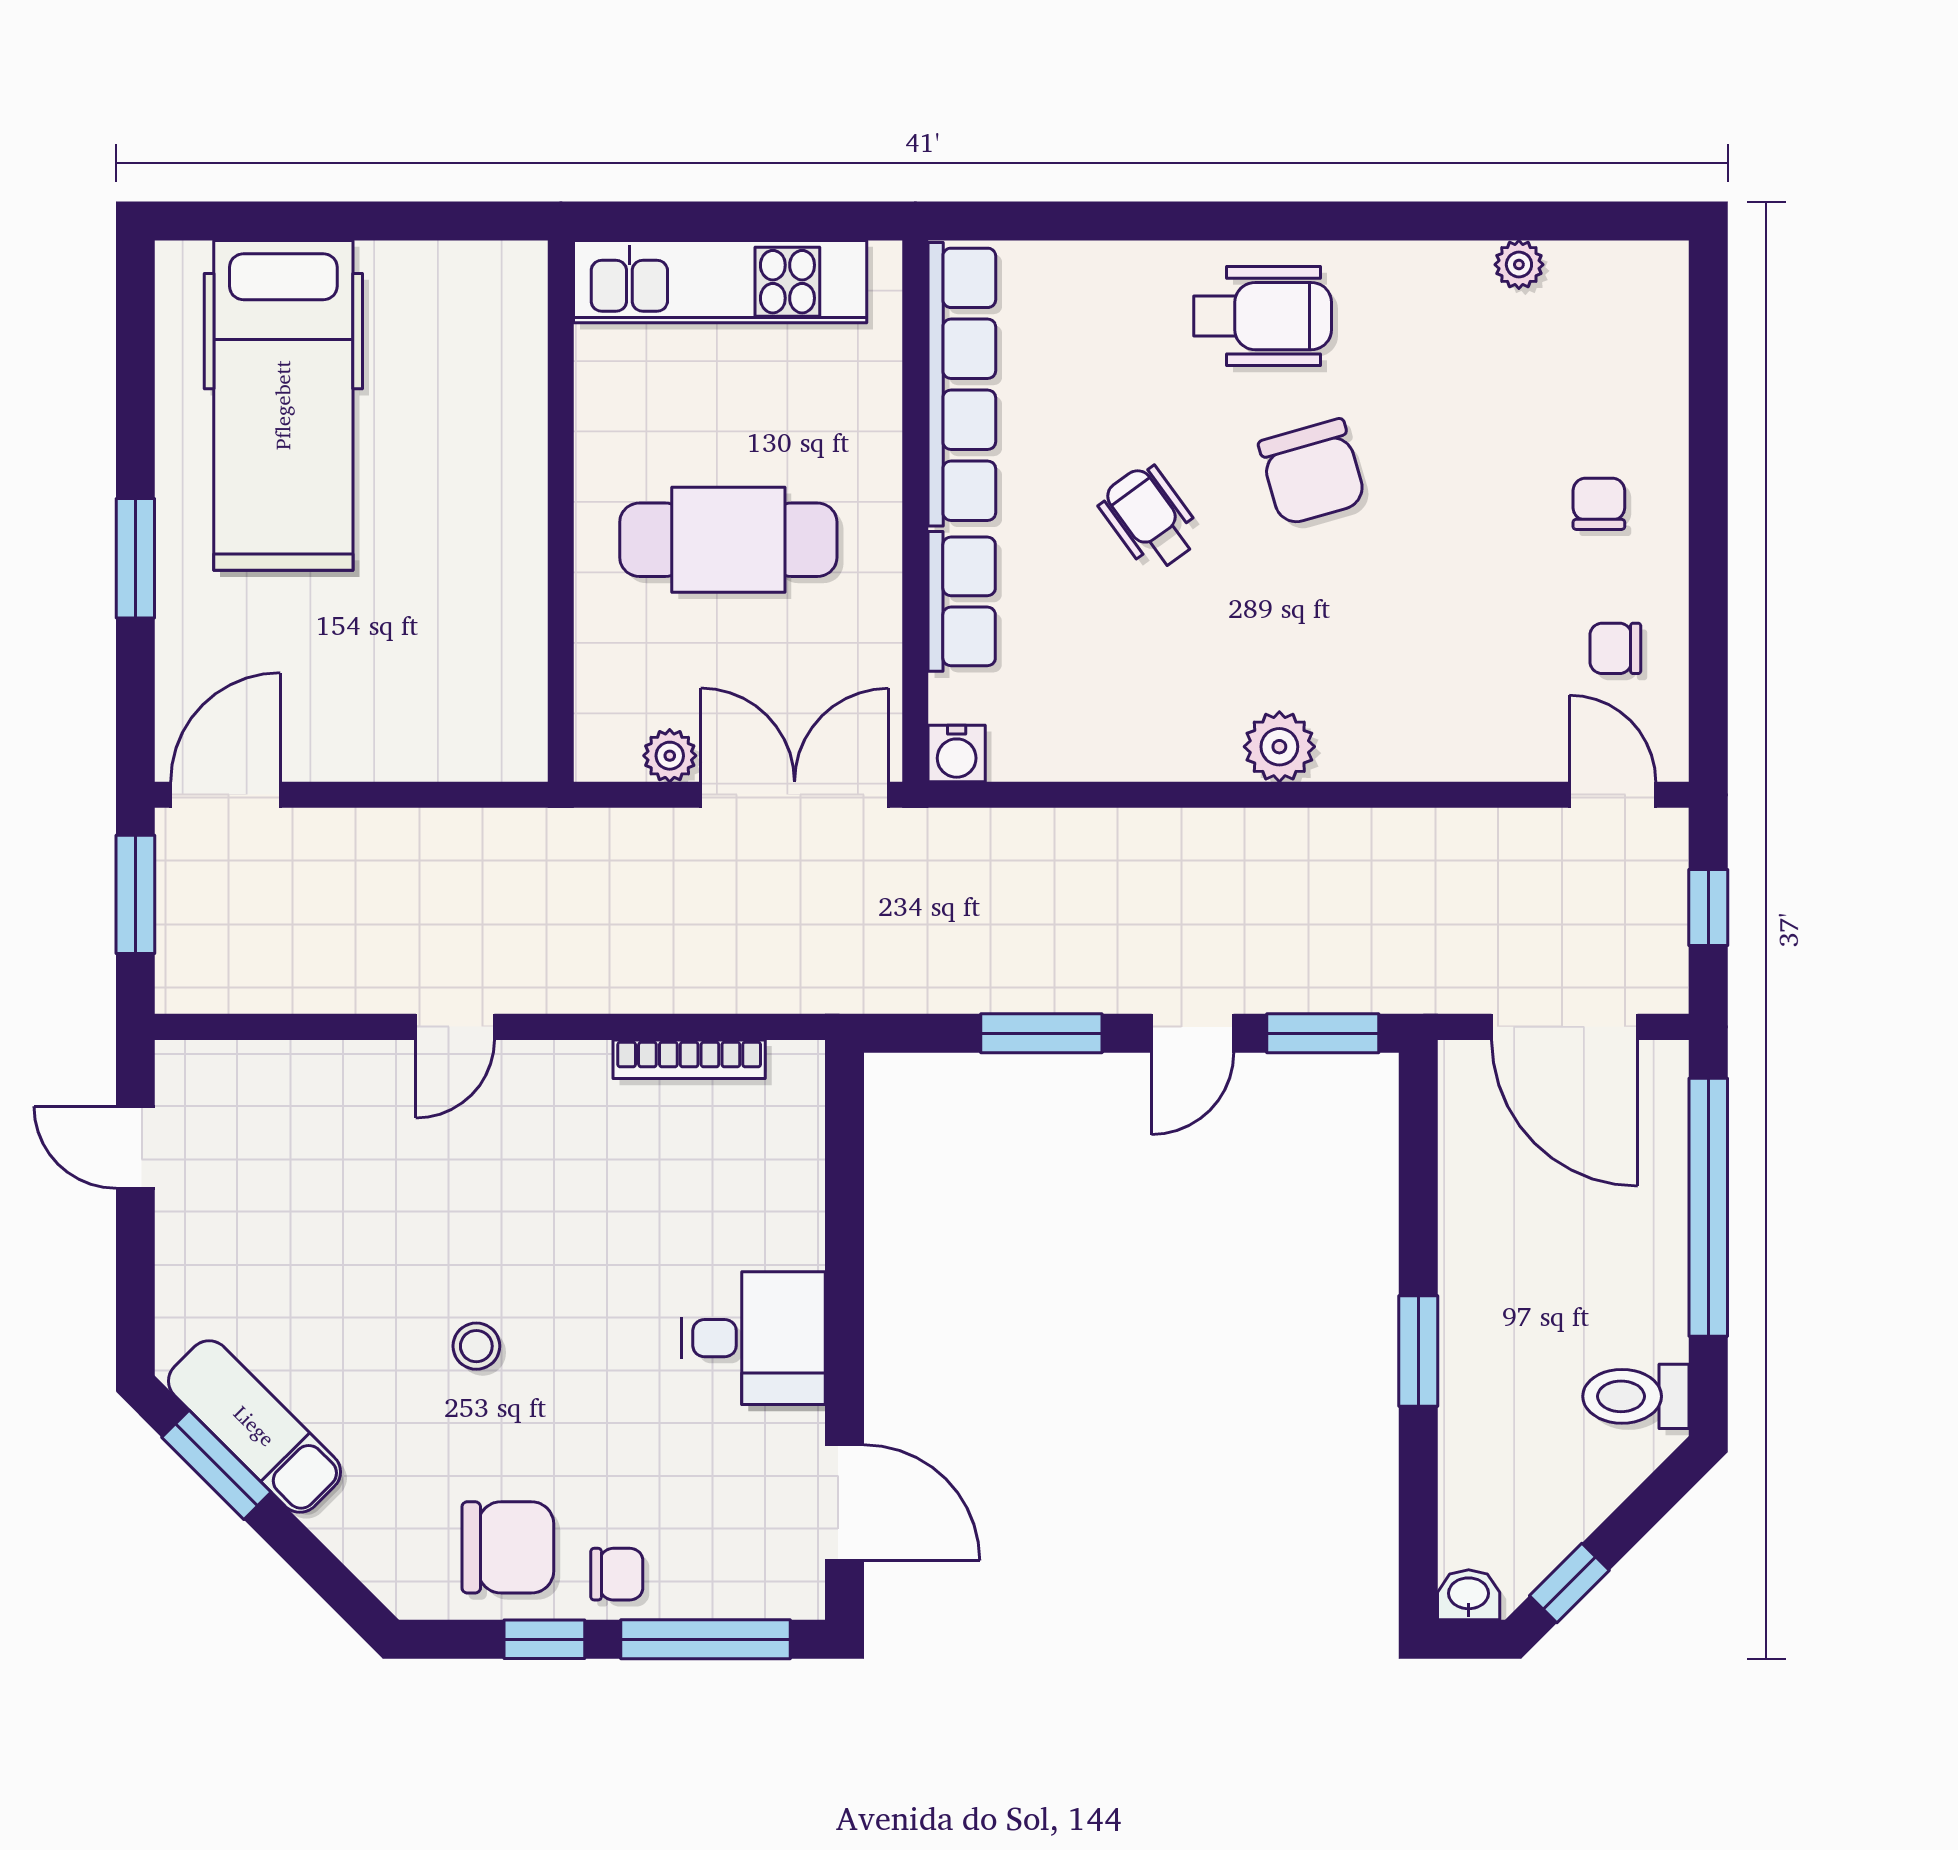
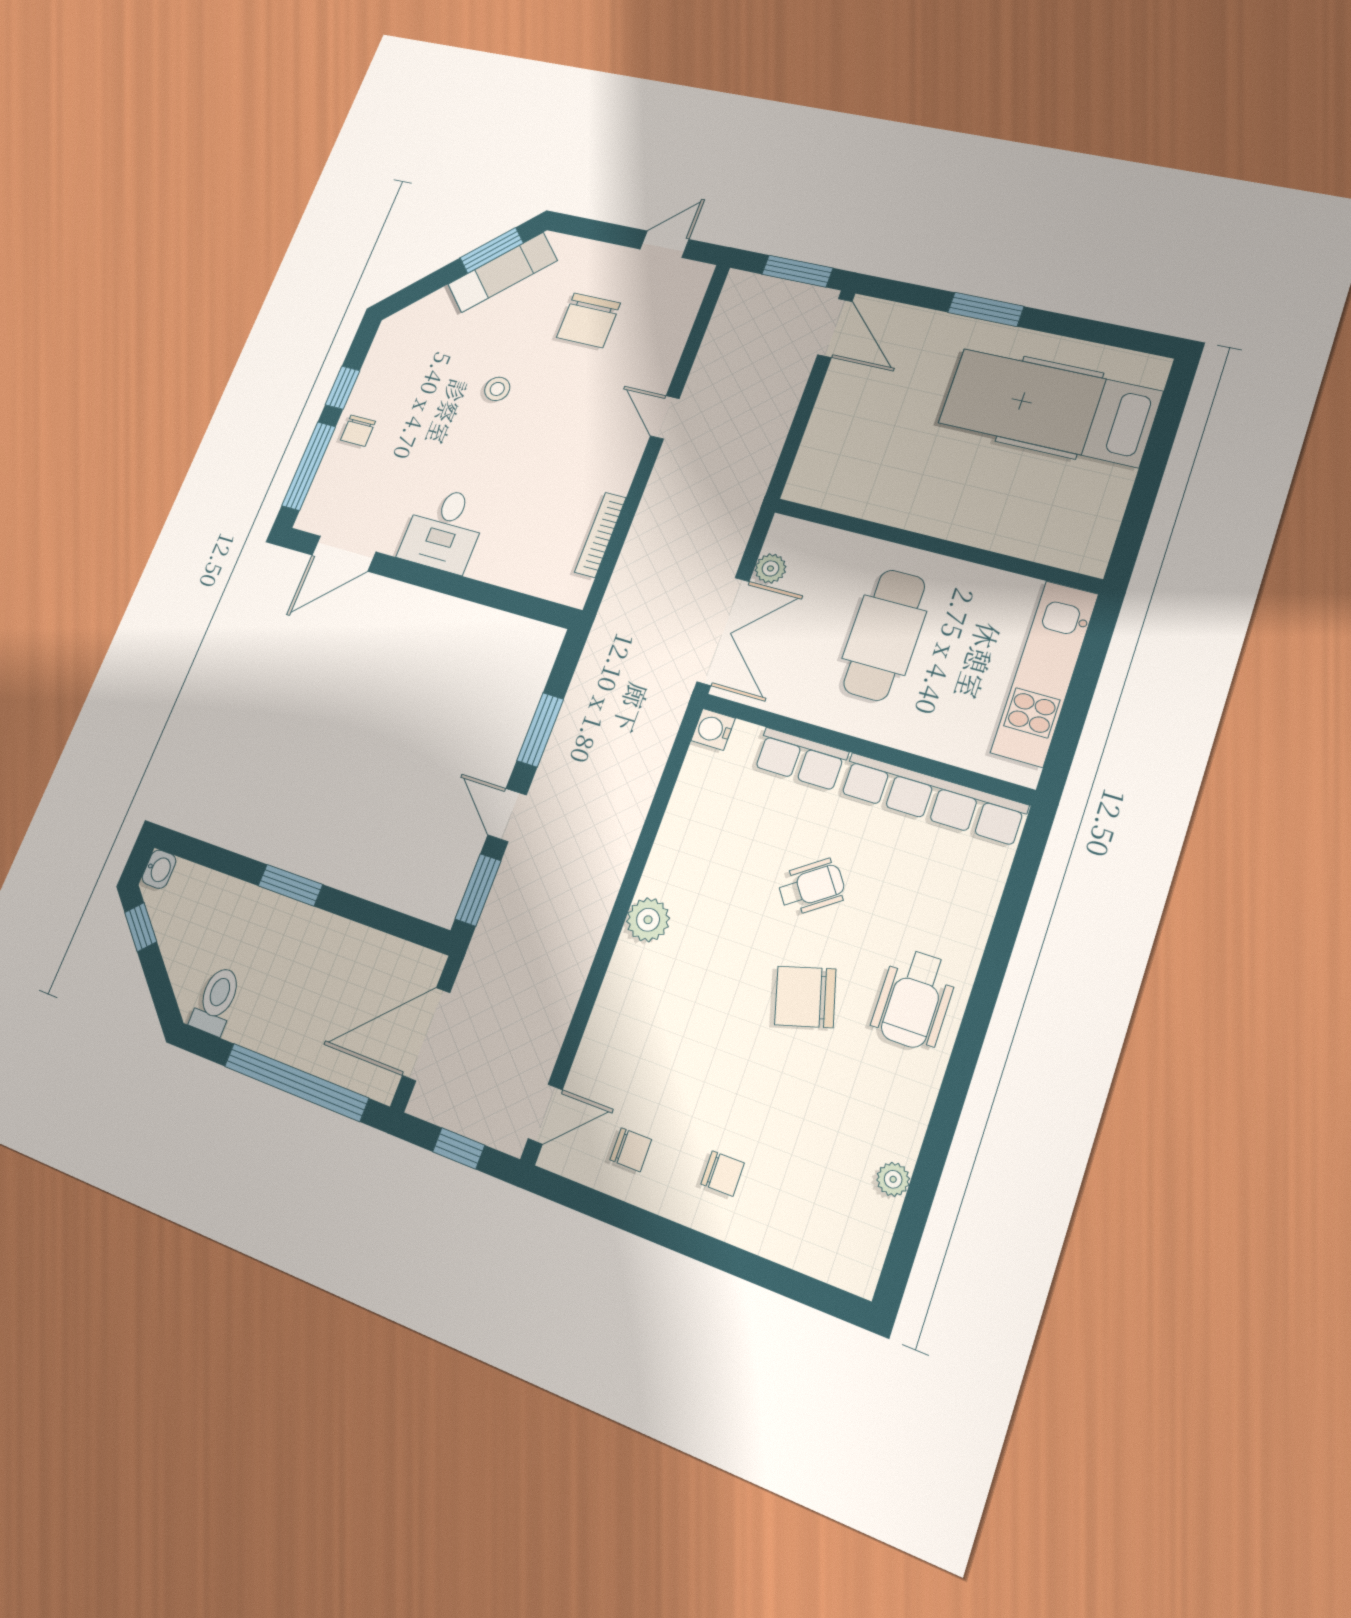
chair: (1615, 648) -> (631, 1150), turned 90
chair: (508, 1547) -> (588, 320), moved

